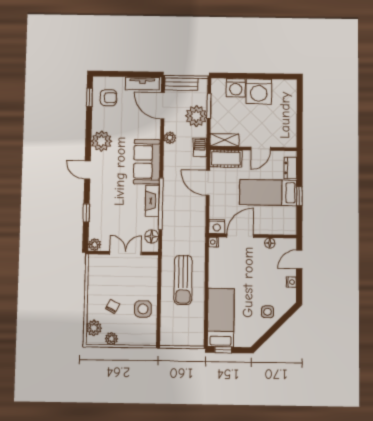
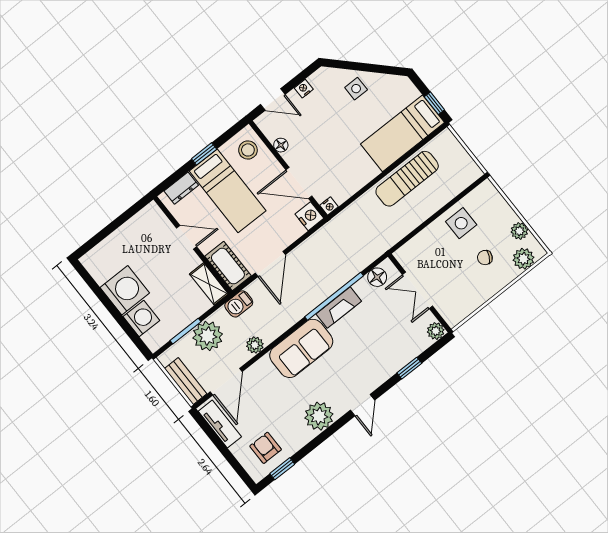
stool: (282, 222) -> (248, 150), added
sun lounger: (183, 280) -> (407, 179), moved, turned 180

